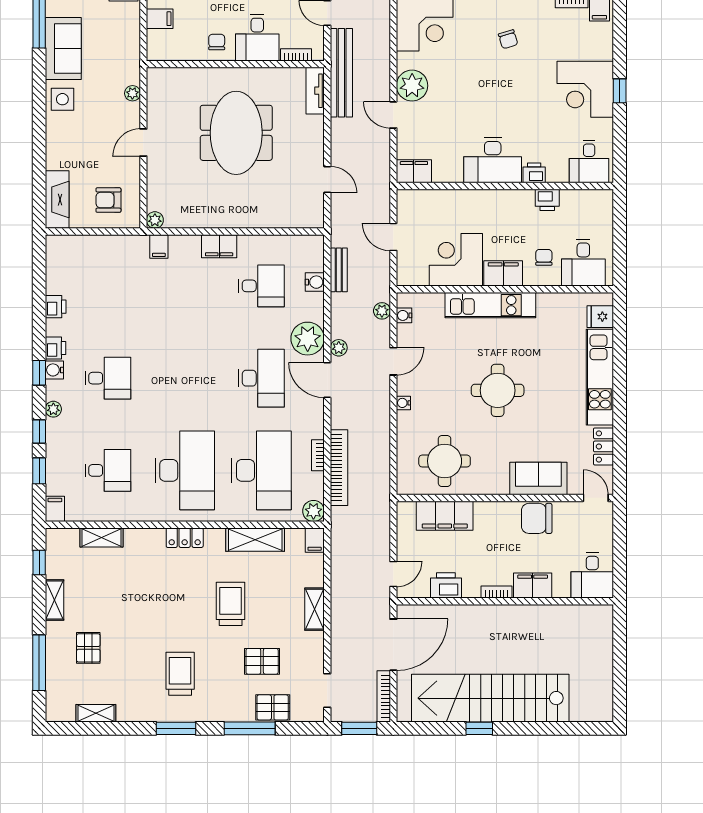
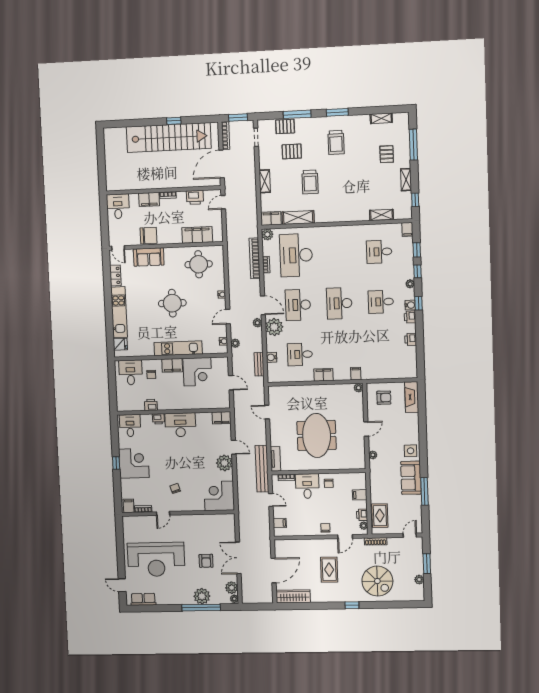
desk: (185, 470) -> (339, 303), moved, width x0.73, depth x0.77
locker: (185, 538) -> (336, 217), removed
filing cabinet: (315, 540) -> (271, 218), width x2.00

